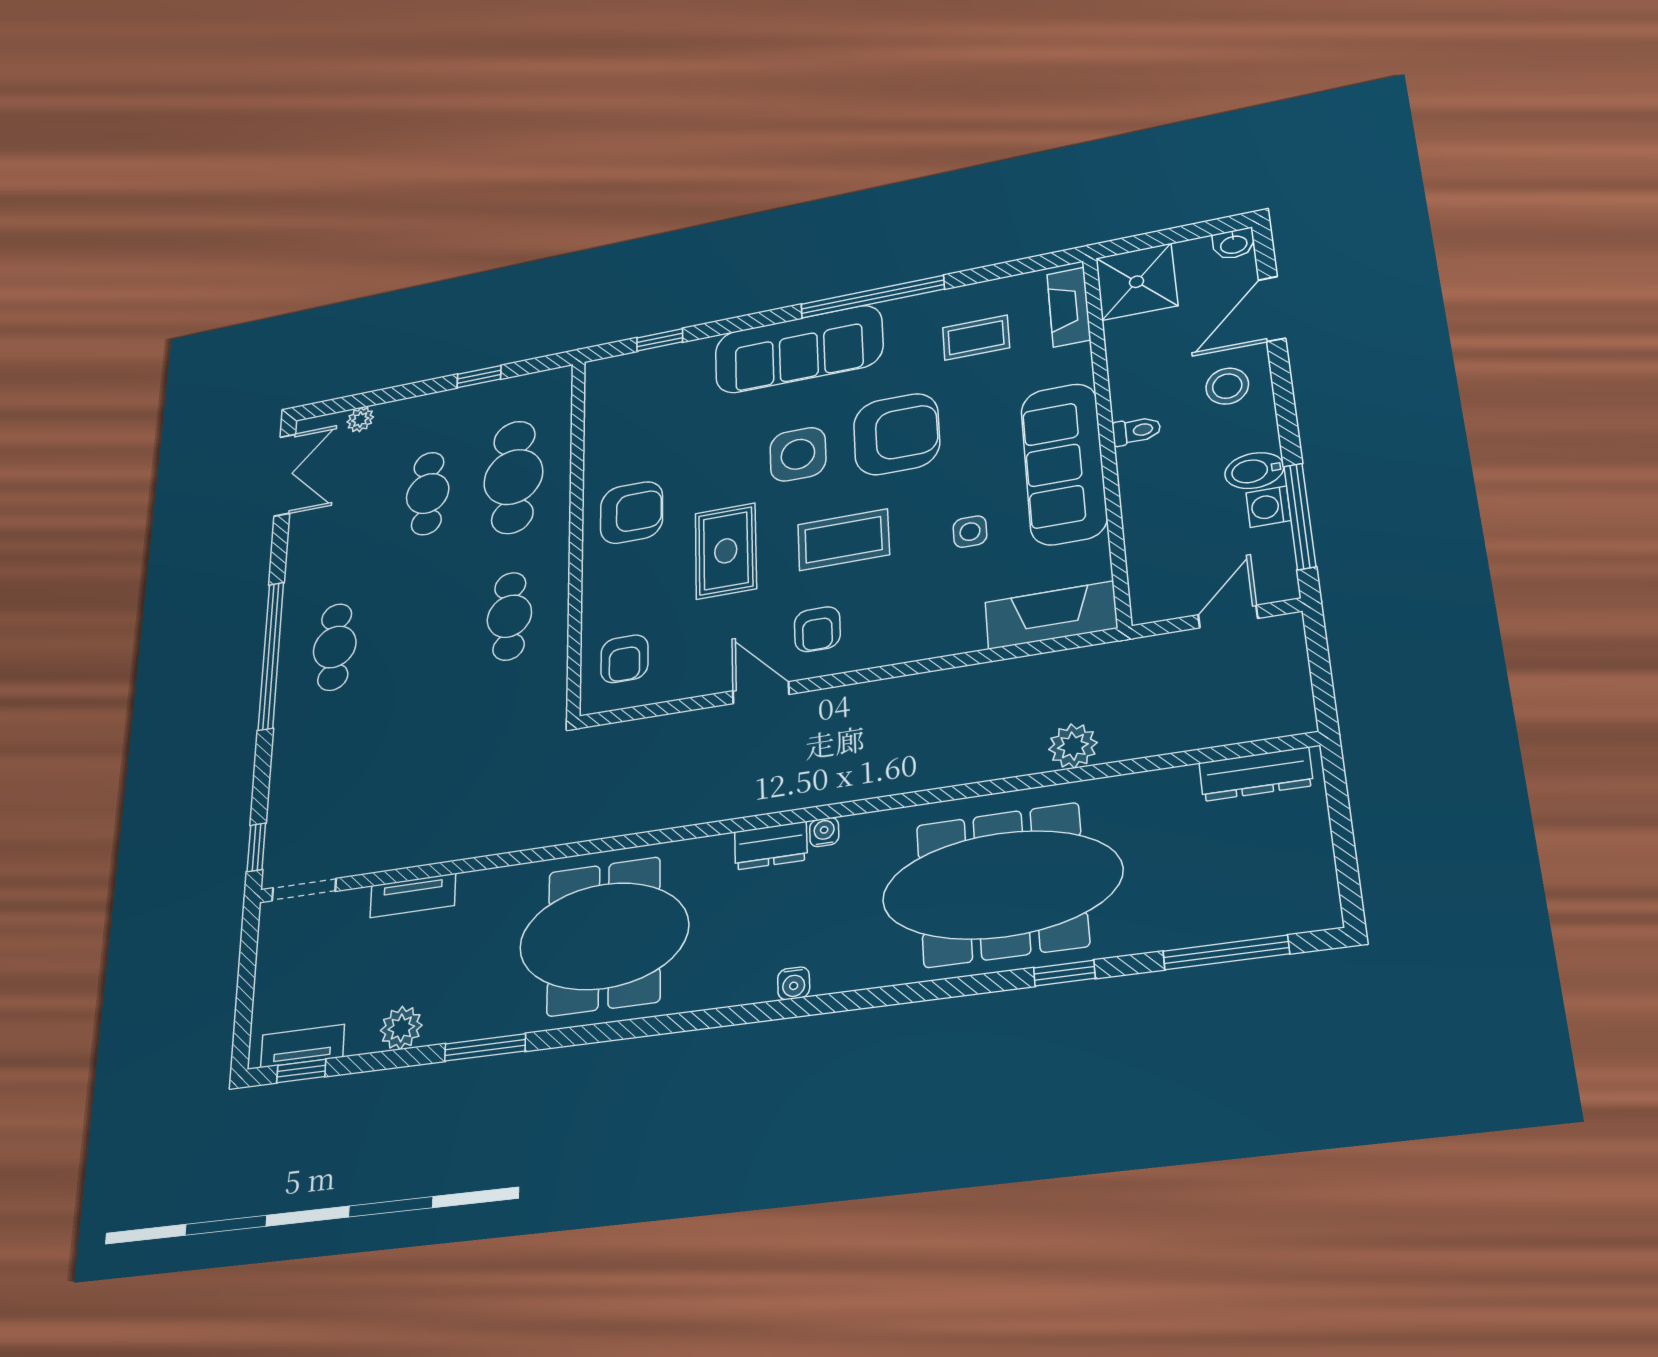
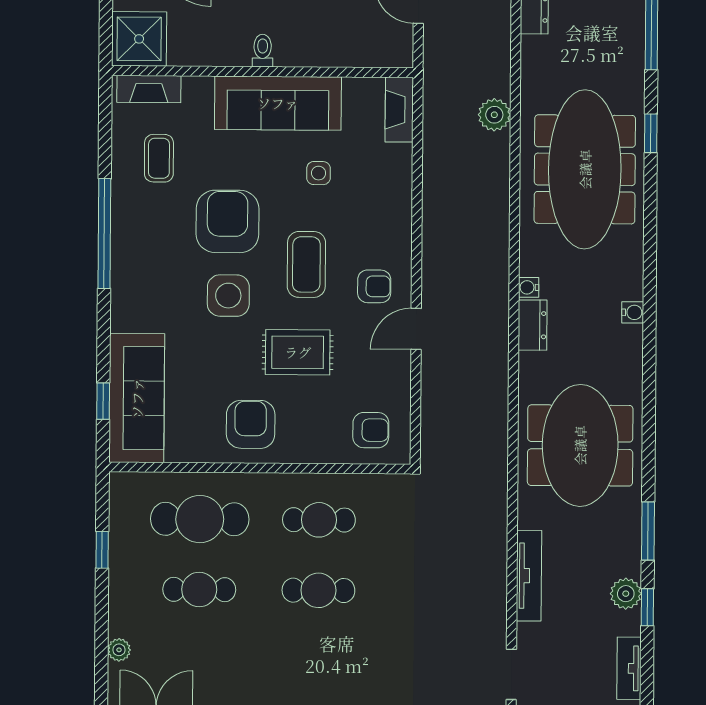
sofa: (799, 349) -> (137, 398), moved
fireplace: (1051, 615) -> (399, 110), width x0.73, depth x0.76
cafe table: (335, 647) -> (318, 590), moved
tv unit: (413, 895) -> (529, 576), width x1.41
window: (301, 1071) -> (647, 607), moved

